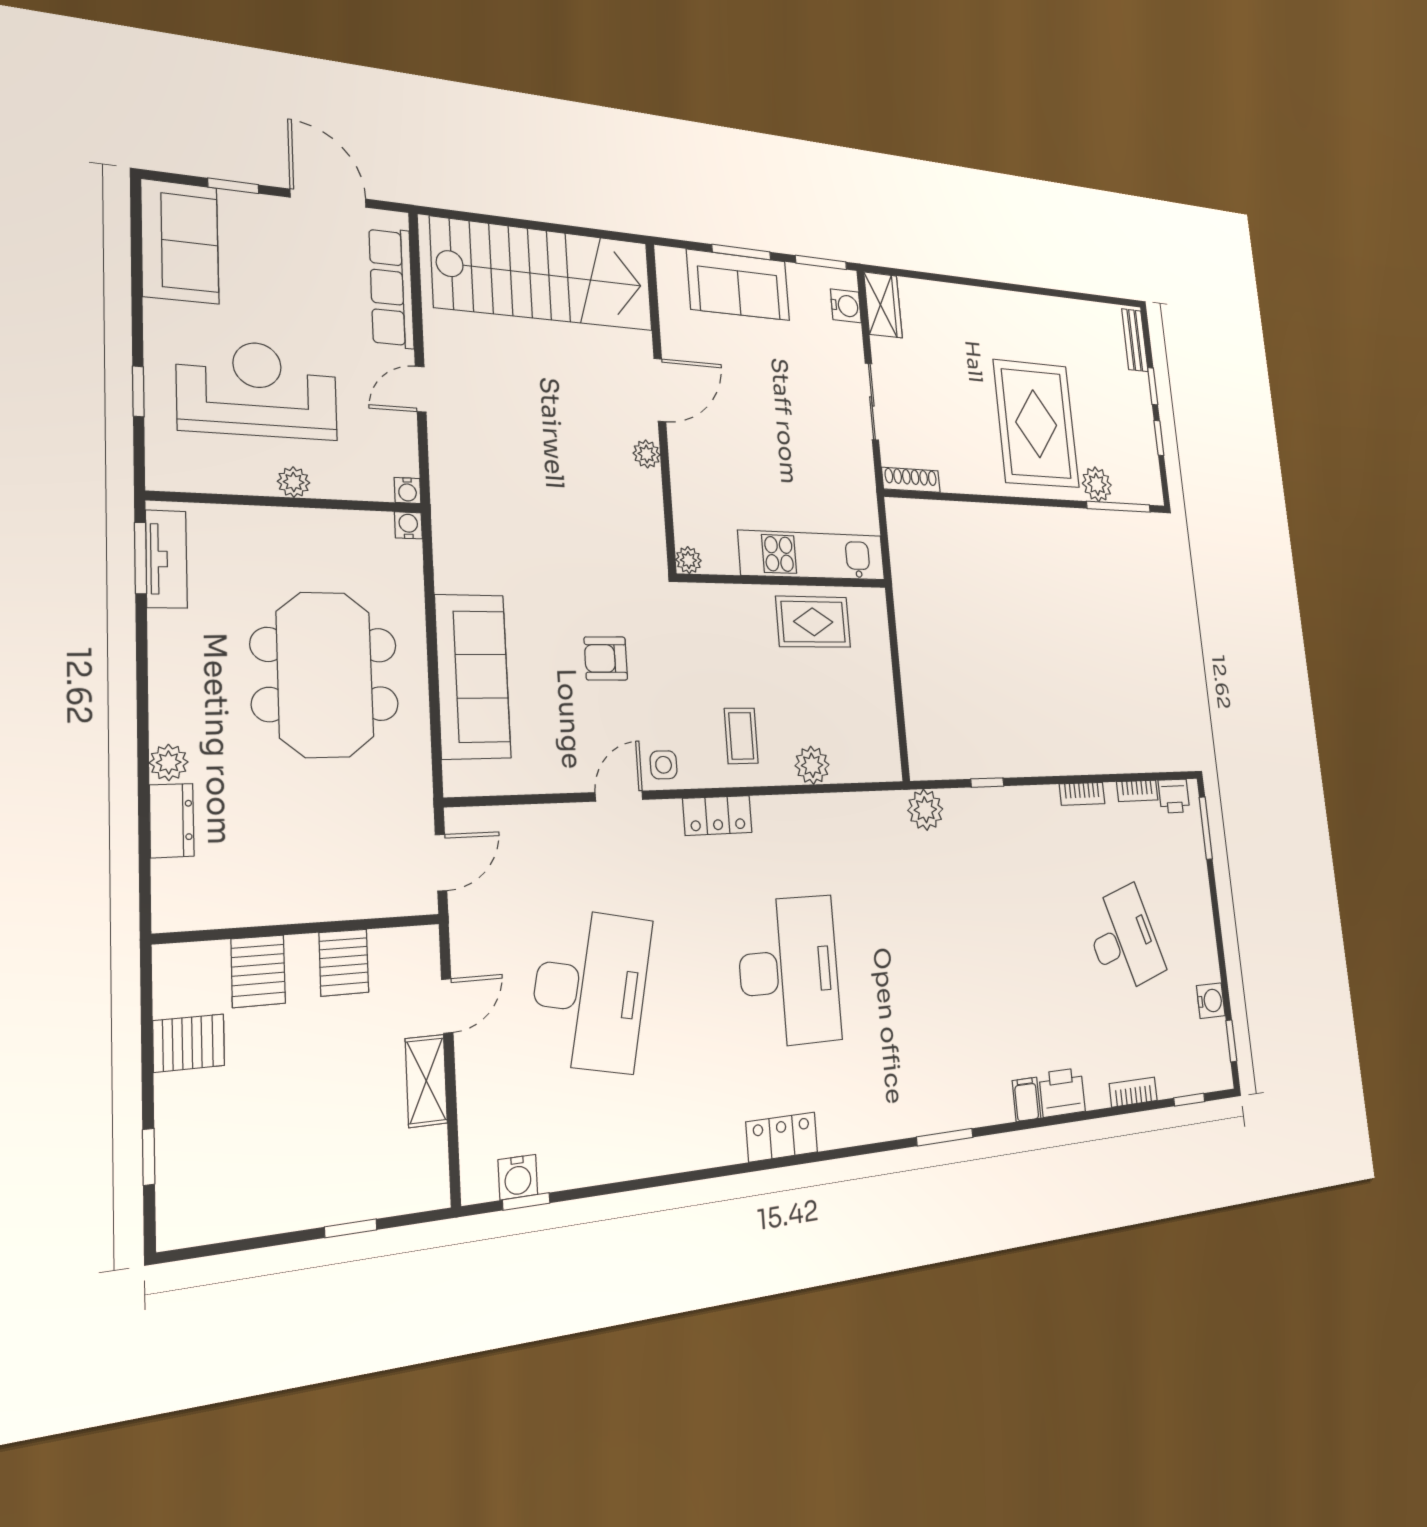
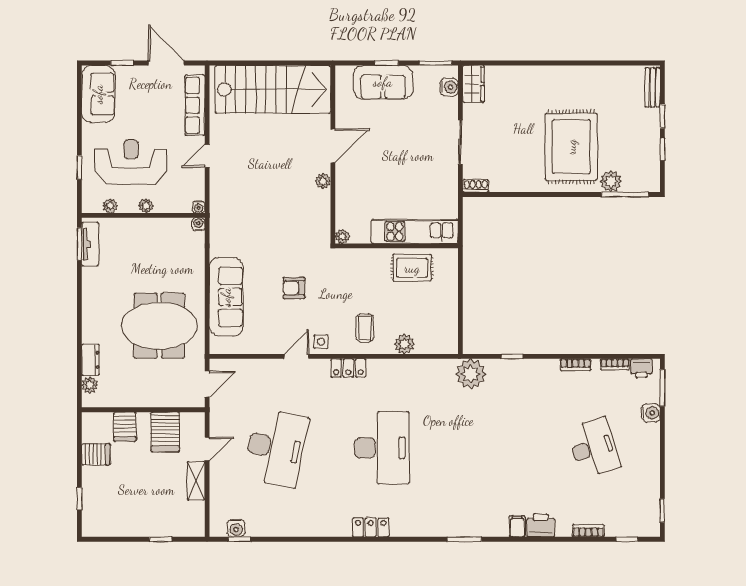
window: (741, 252) -> (386, 63), width x0.67
plant: (212, 478) -> (110, 206), added
shoe rack: (911, 480) -> (476, 186), width x0.70
meeting table: (325, 674) -> (159, 326), moved, turned 90
plant: (169, 762) -> (90, 385), moved
plant: (925, 810) -> (471, 374), width x1.36, depth x1.36
server rack: (344, 963) -> (165, 432), width x1.36, depth x1.44
water cooler: (1211, 1001) -> (651, 413), moved

